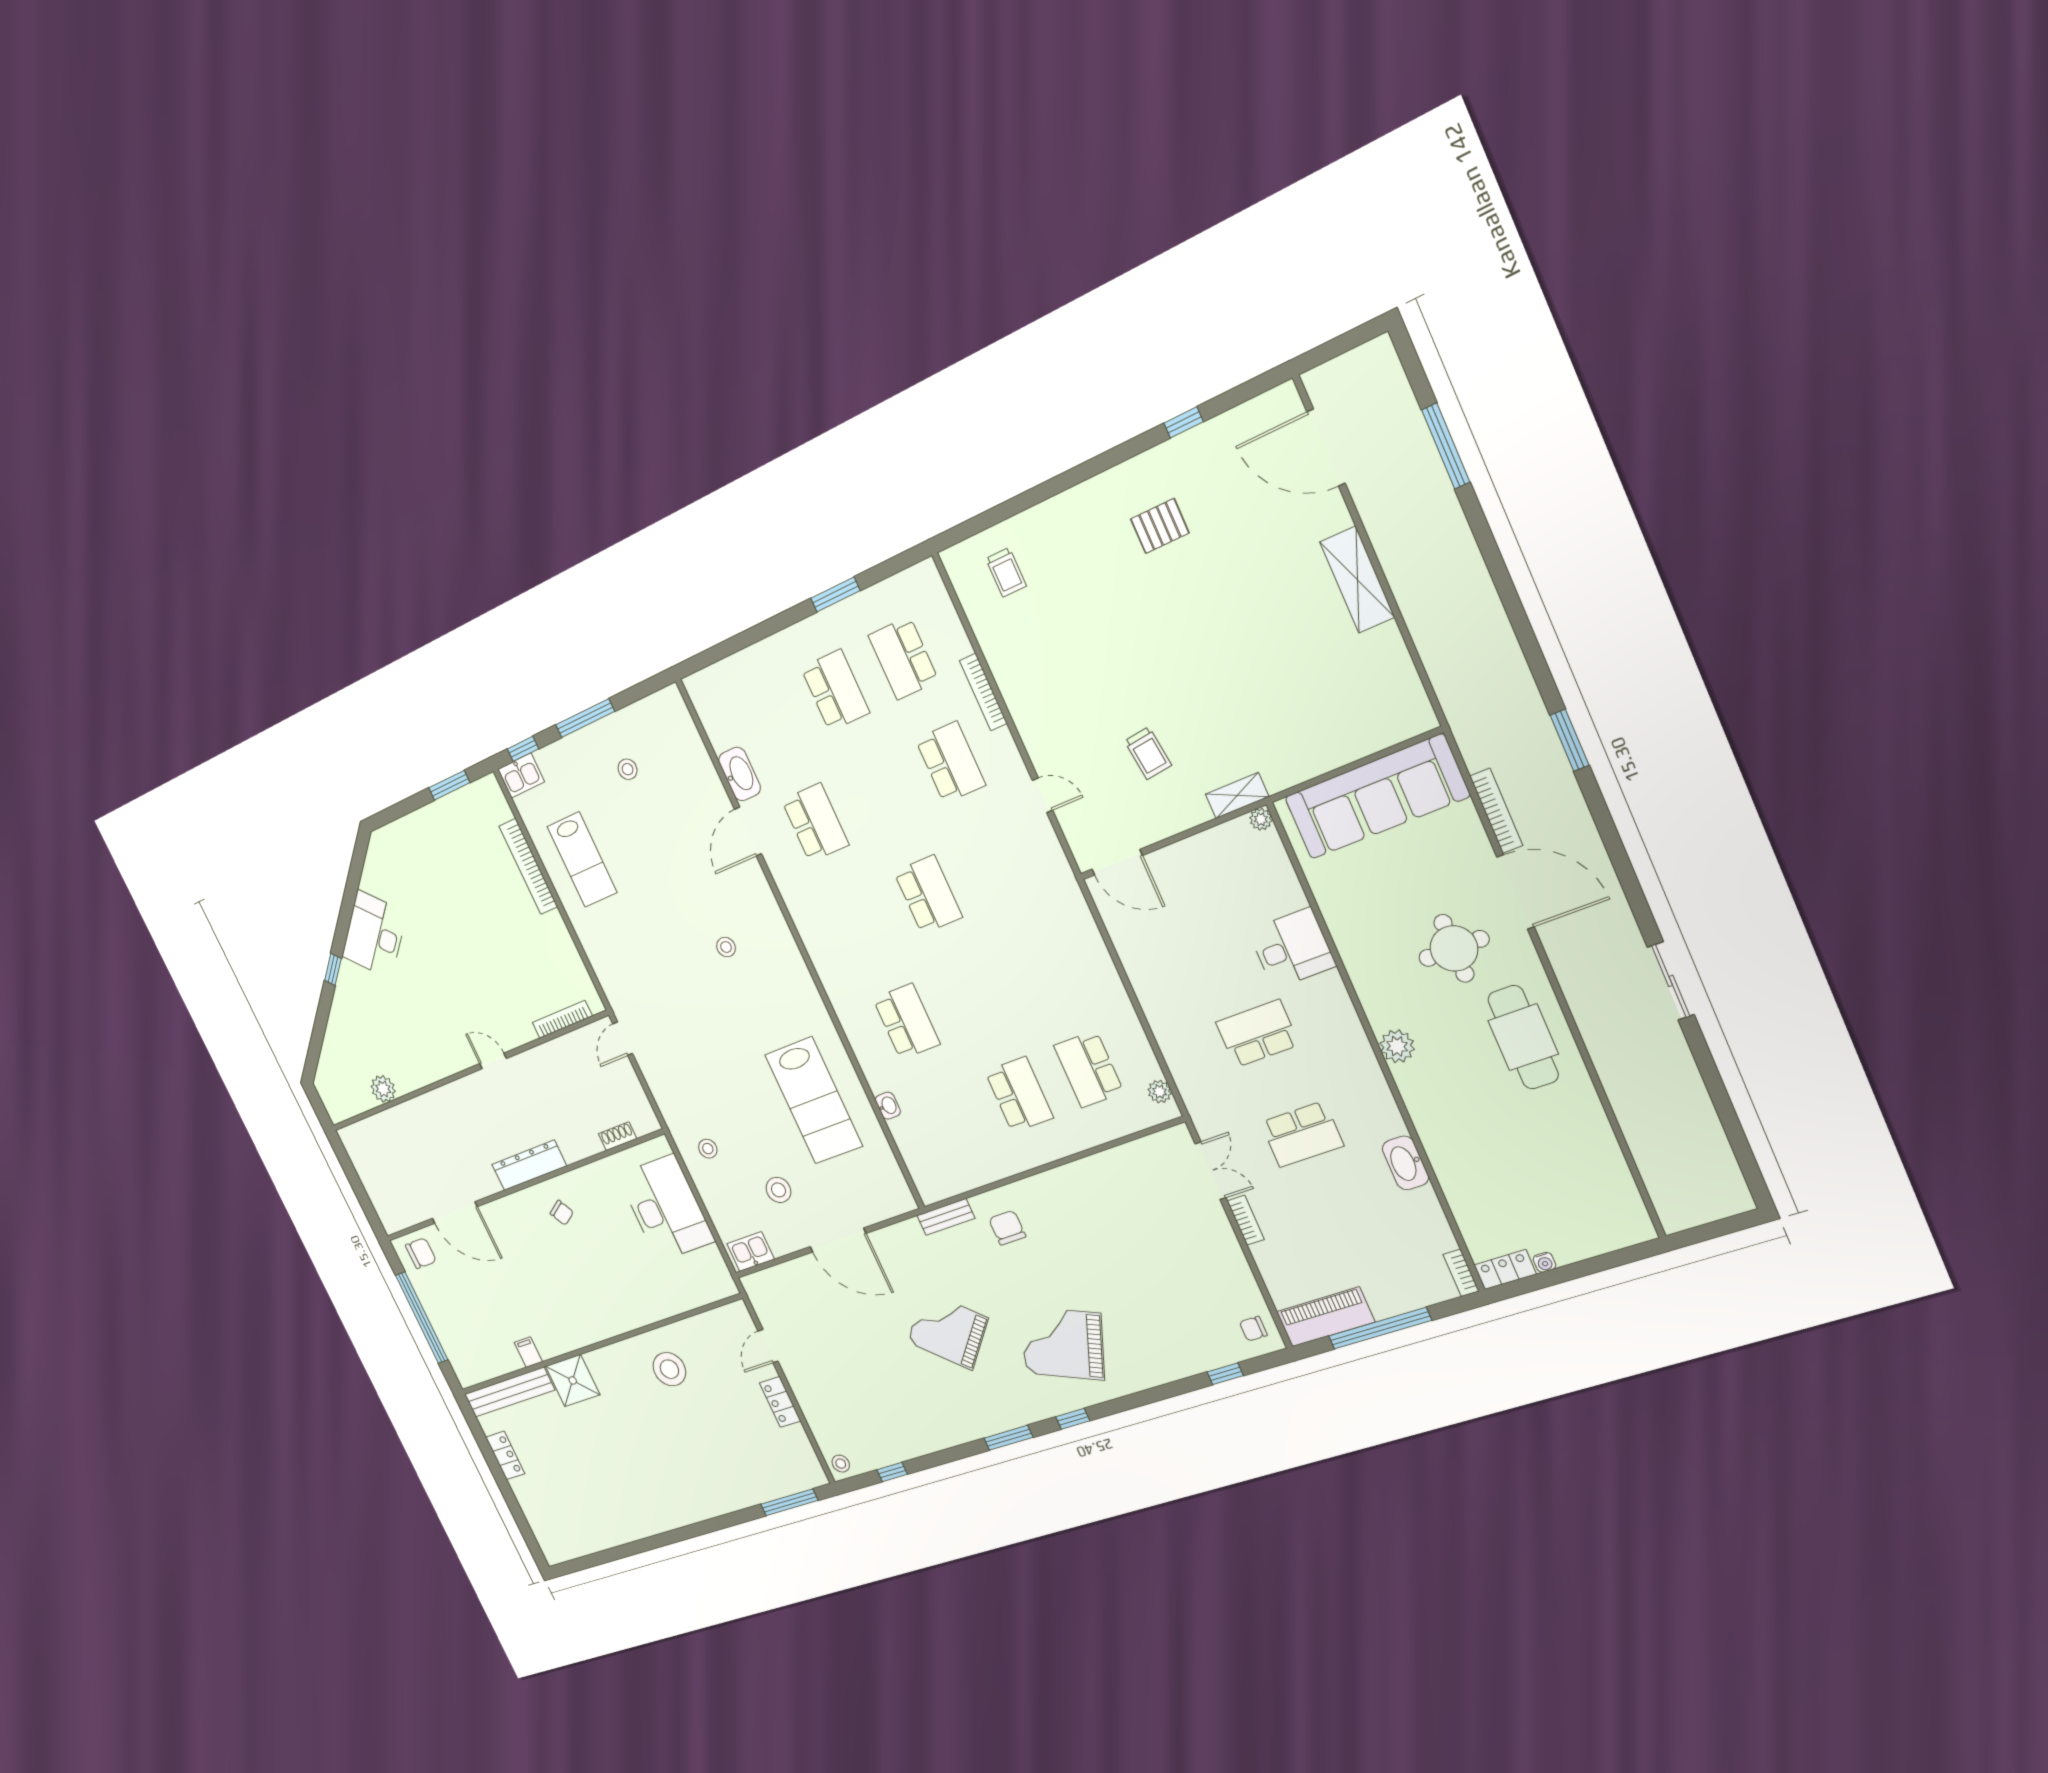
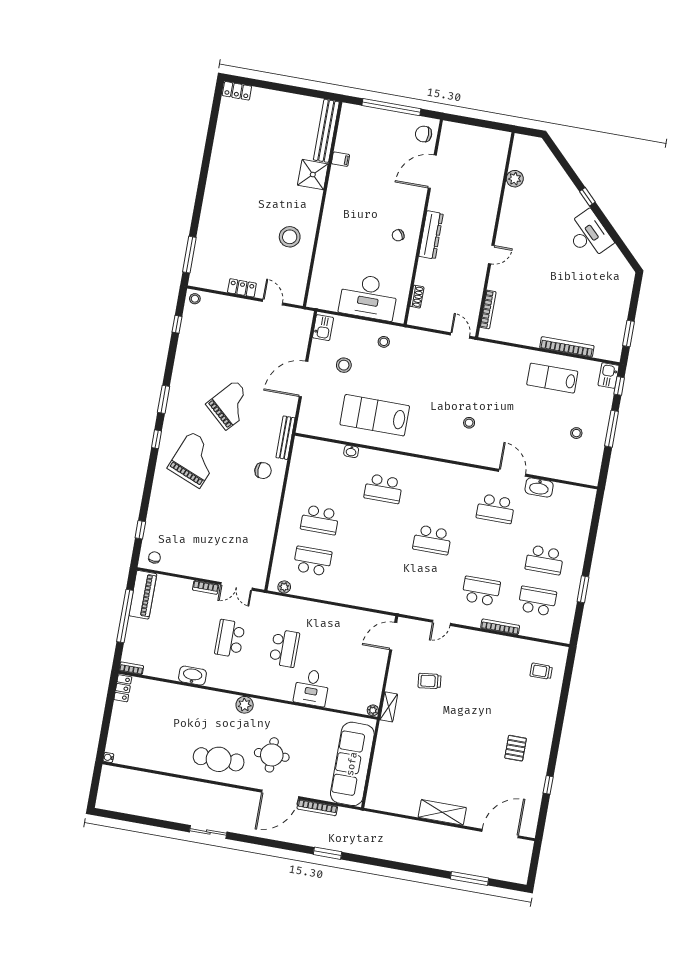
school desk: (950, 762) -> (481, 591), turned 180
bench: (946, 1217) -> (285, 438), width x1.36
chair: (421, 1253) -> (424, 134), turned 90
water cooler: (1544, 1262) -> (108, 757), moved
locker: (505, 1455) -> (237, 91), moved

